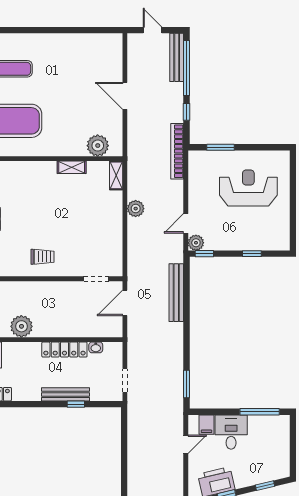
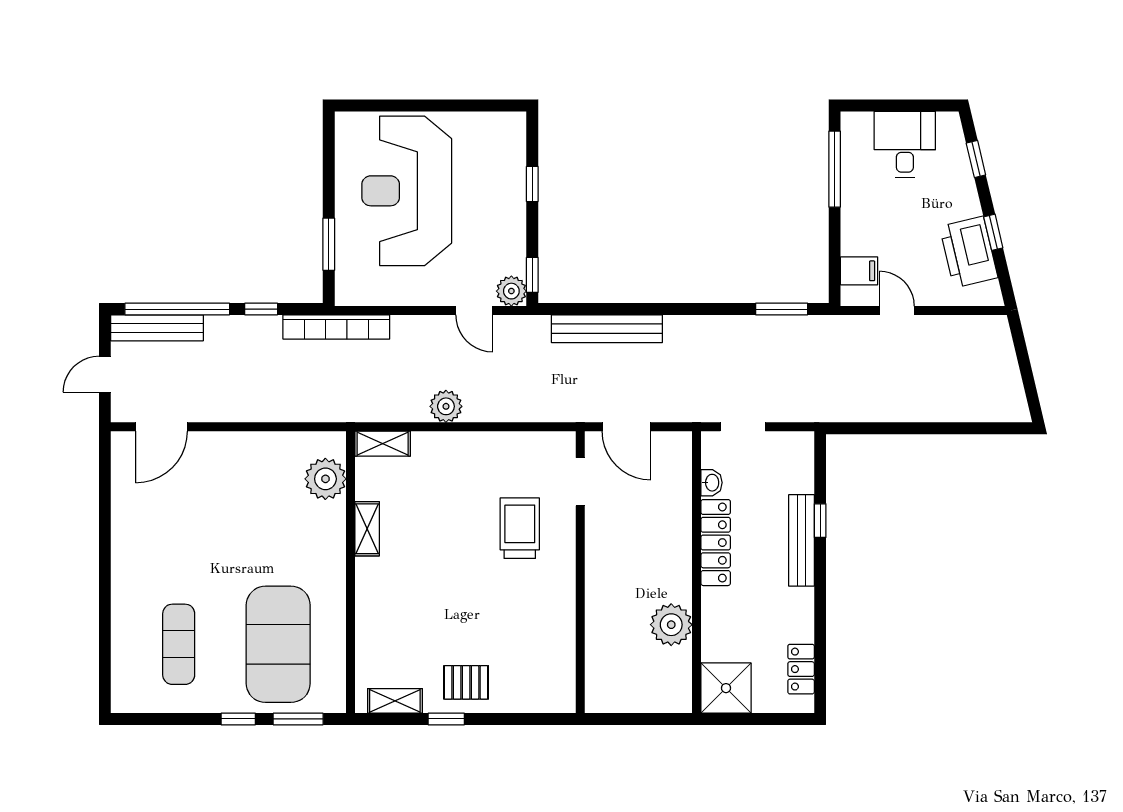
door: (125, 96) -> (162, 427), moved
reception desk: (248, 188) -> (407, 191), width x1.36, depth x1.30
trolley: (43, 257) -> (520, 528), moved, width x1.36, depth x1.39
doorway: (125, 381) -> (743, 427), moved
desk: (231, 432) -> (905, 144), moved, turned 90

